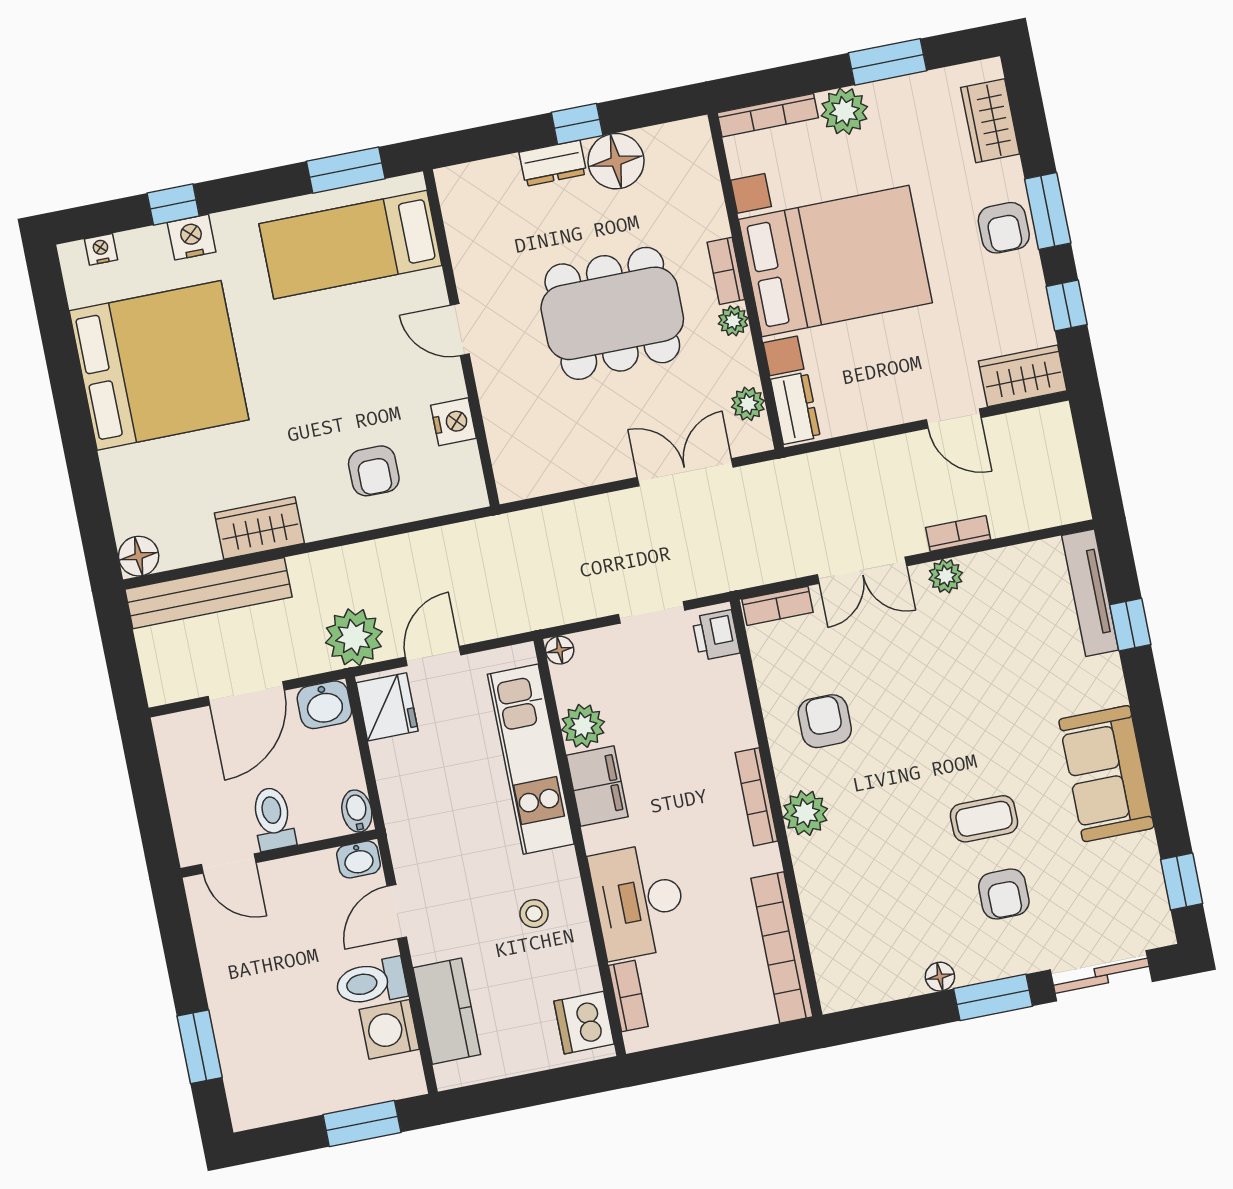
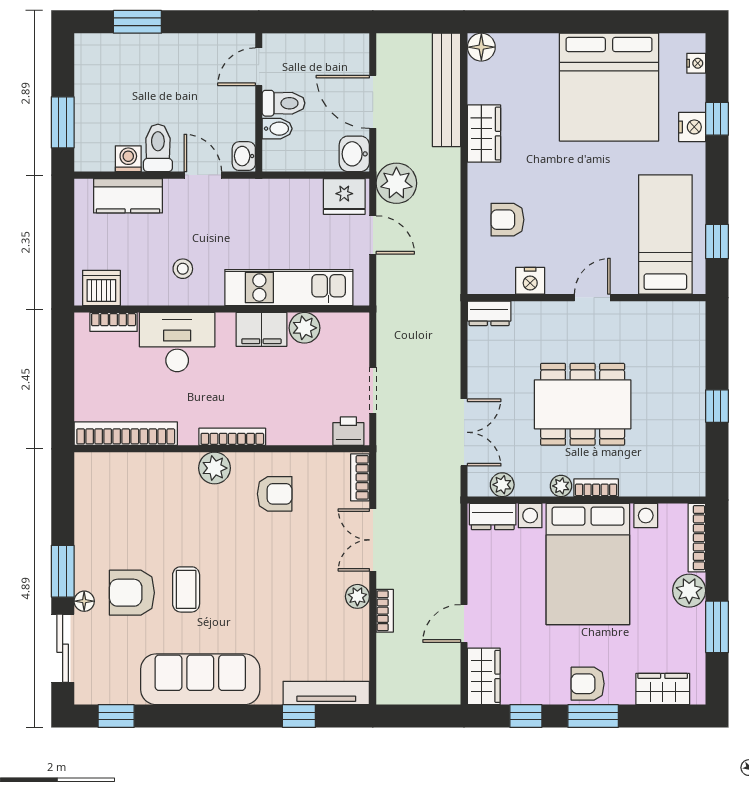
floor lamp: (616, 161) -> (686, 428), removed
dresser: (553, 163) -> (489, 313), moved, turned -90
window: (346, 170) -> (717, 242), width x0.67
dining table: (612, 313) -> (583, 404), turned 90
floor lamp: (560, 650) -> (360, 322), removed
sofa: (1106, 774) -> (200, 679), width x1.36
bidet: (357, 811) -> (277, 129), moved
armchair: (1004, 894) -> (132, 593), width x1.38, depth x1.38
floor lamp: (940, 977) -> (84, 601), moved
washing machine: (389, 1029) -> (128, 159), width x0.73, depth x0.73

